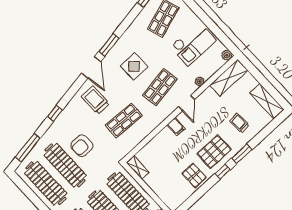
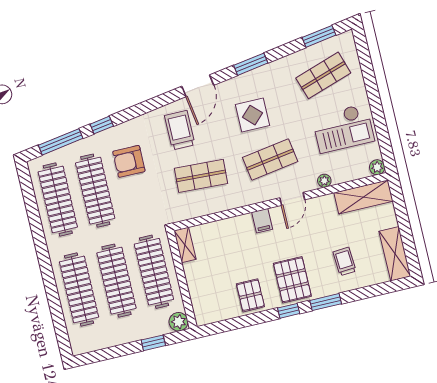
window: (109, 45) -> (251, 64), moved
window: (55, 113) -> (102, 125), moved
armchair: (82, 146) -> (129, 161), moved
pallet: (214, 152) -> (292, 280), turned 90

